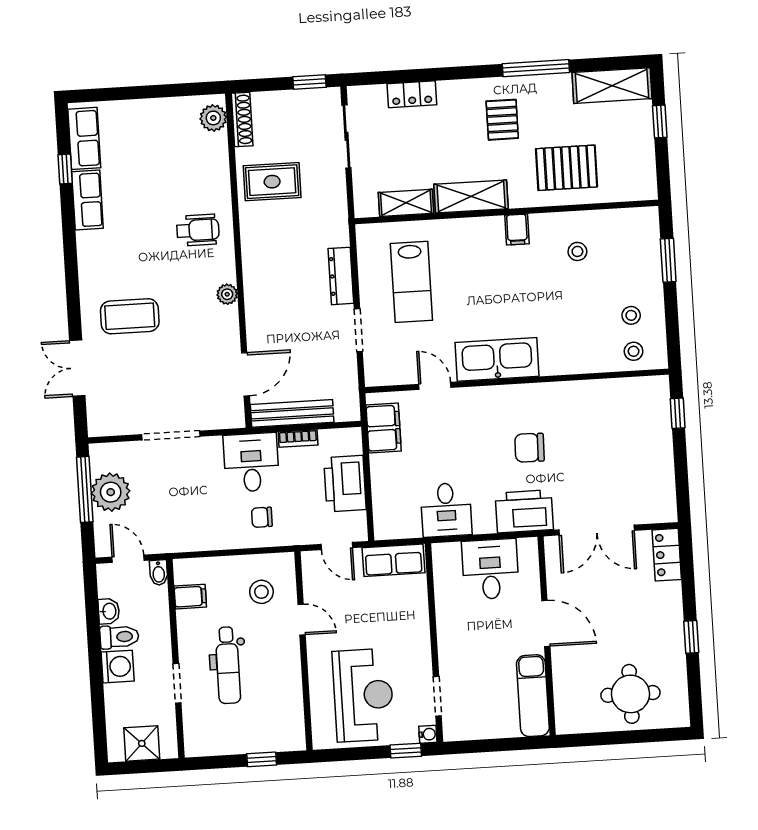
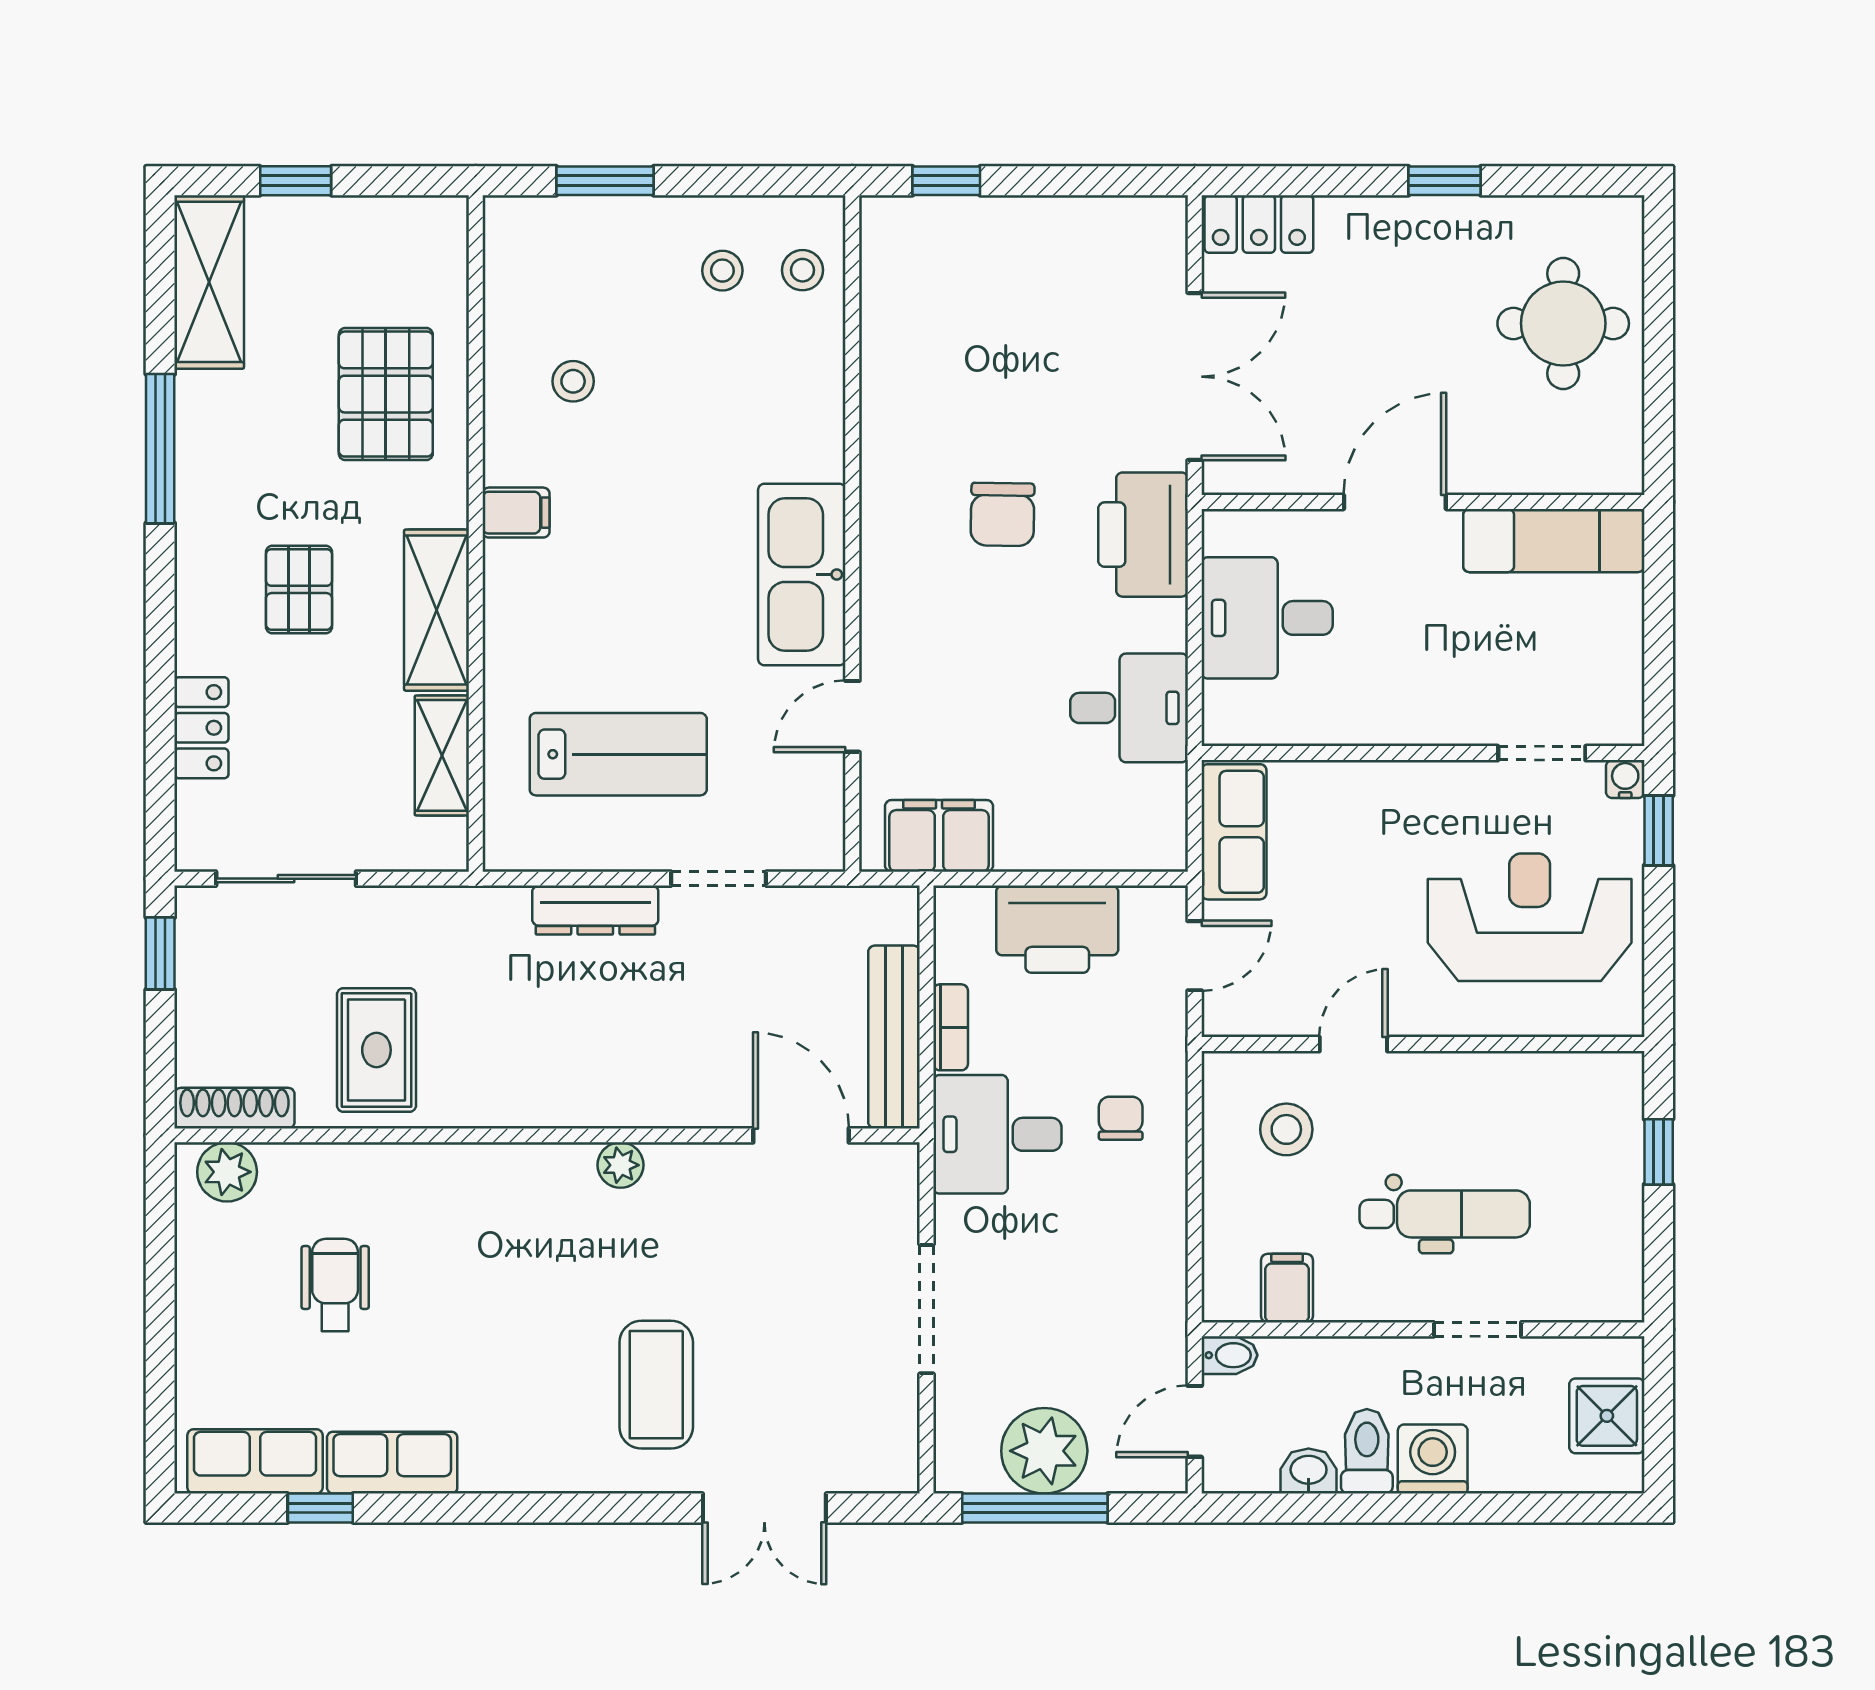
pallet: (502, 120) -> (299, 589), moved, turned 90
wheelchair: (198, 230) -> (335, 1285), moved
chair: (262, 517) -> (1121, 1118), turned 180

